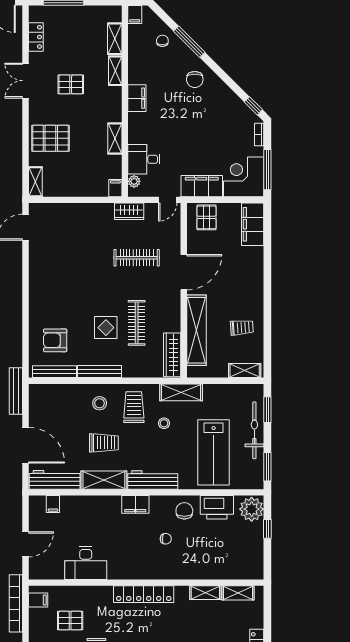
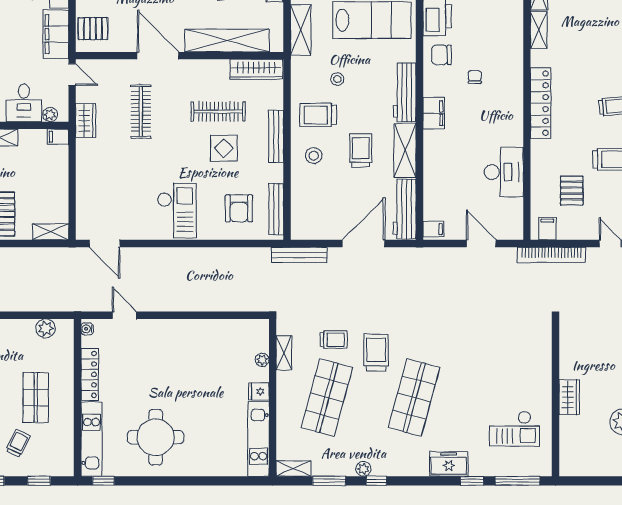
checkout: (53, 288) -> (177, 211), added
bench: (99, 372) -> (276, 136), moved
shelving: (181, 392) -> (301, 30), moved
filing cabinet: (53, 504) -> (433, 229), moved

